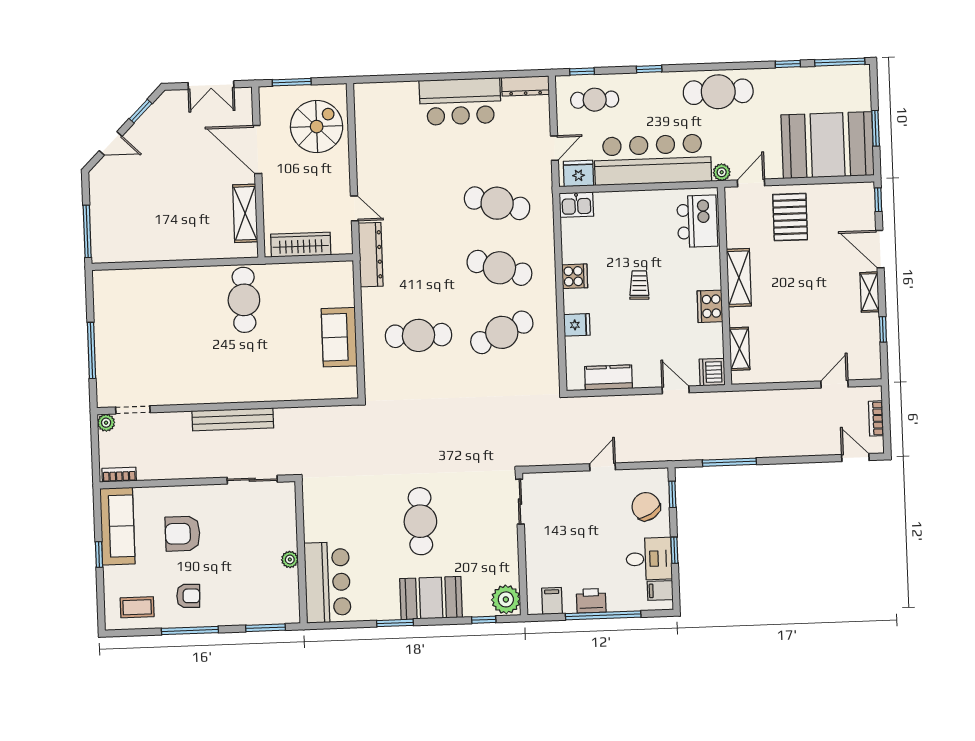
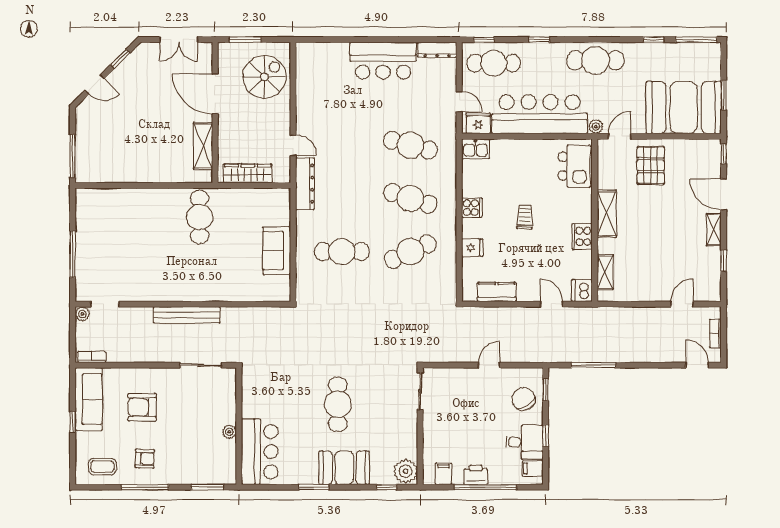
cafe table: (595, 100) -> (494, 63), width x1.37, depth x1.35
door: (554, 148) -> (459, 102), hinge flipped

